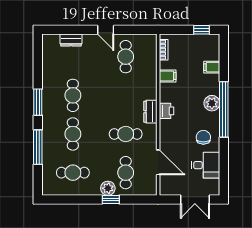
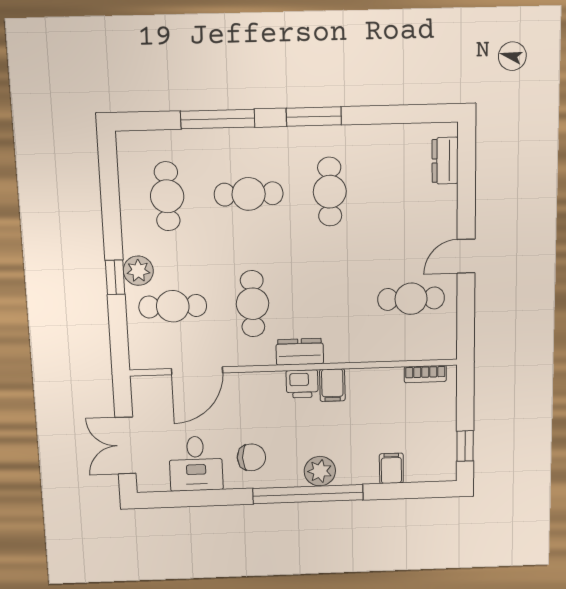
dresser: (71, 40) -> (445, 161), moved
filing cabinet: (168, 76) -> (332, 385), moved
cafe table: (73, 95) -> (330, 192), turned 90

